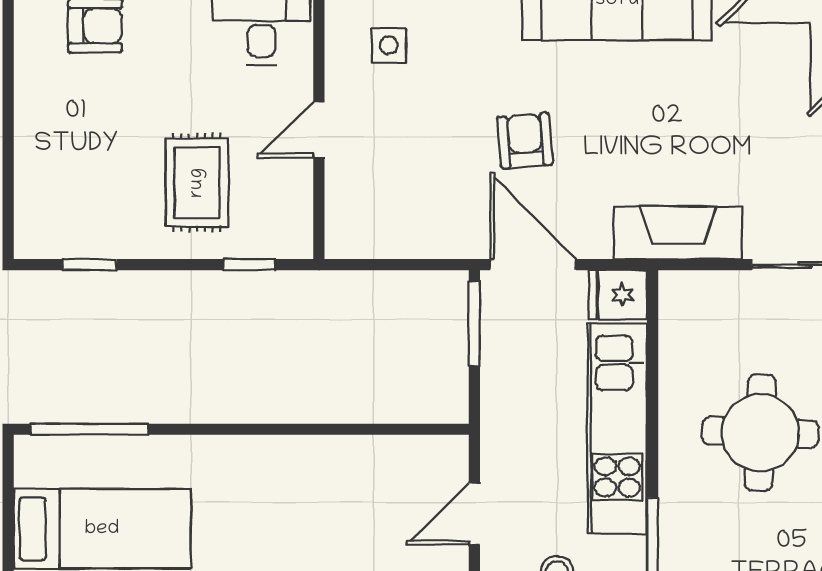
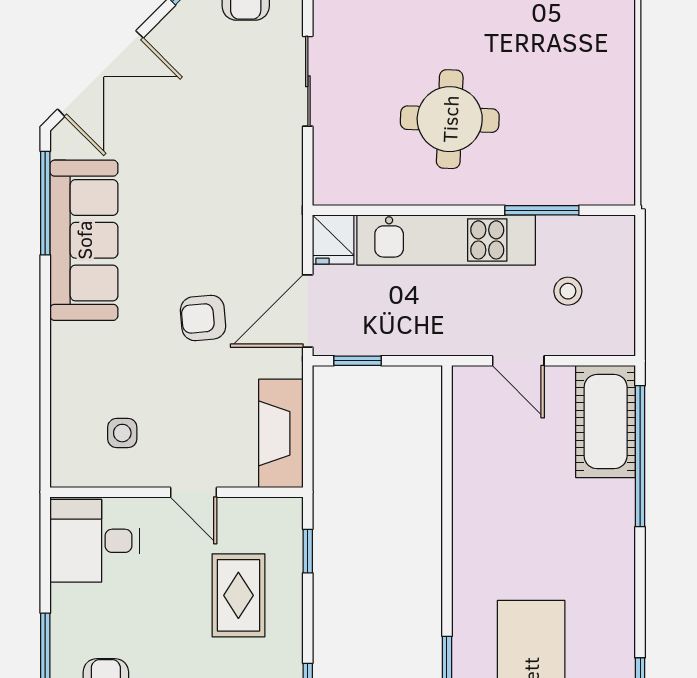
rug: (197, 183) -> (238, 595), turned 90
fireplace: (678, 233) -> (281, 433), moved
window: (474, 324) -> (358, 361), width x0.67

